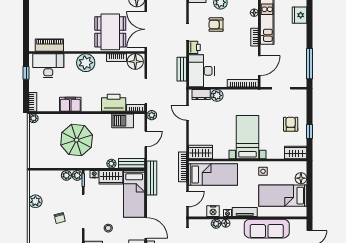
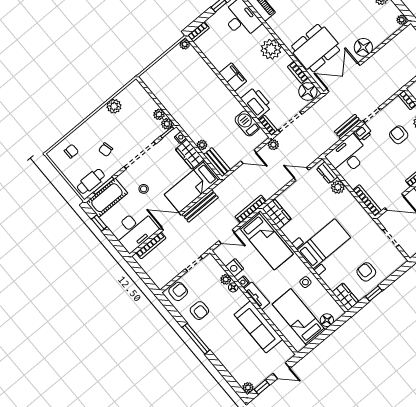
bench: (182, 69) -> (348, 127), moved
filing cabinet: (70, 104) -> (233, 77), moved
door: (187, 113) -> (301, 174), hinge flipped
armchair: (291, 124) -> (366, 272), turned -90
parasol: (77, 140) -> (197, 97), removed
bench: (152, 178) -> (200, 206), moved
chair: (60, 218) -> (106, 150), moved
door: (146, 228) -> (171, 221), swing flipped

